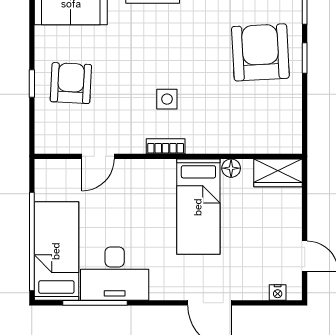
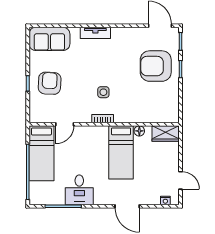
armchair: (260, 52) -> (156, 66), turned -87
bed: (56, 251) -> (41, 153), moved, turned 180
desk: (115, 274) -> (79, 190), width x0.73

